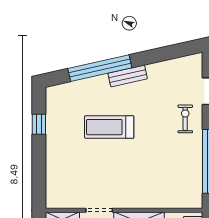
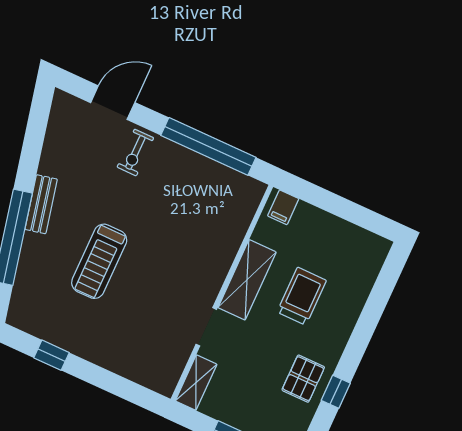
exercise bike: (185, 119) -> (135, 153), turned -90

